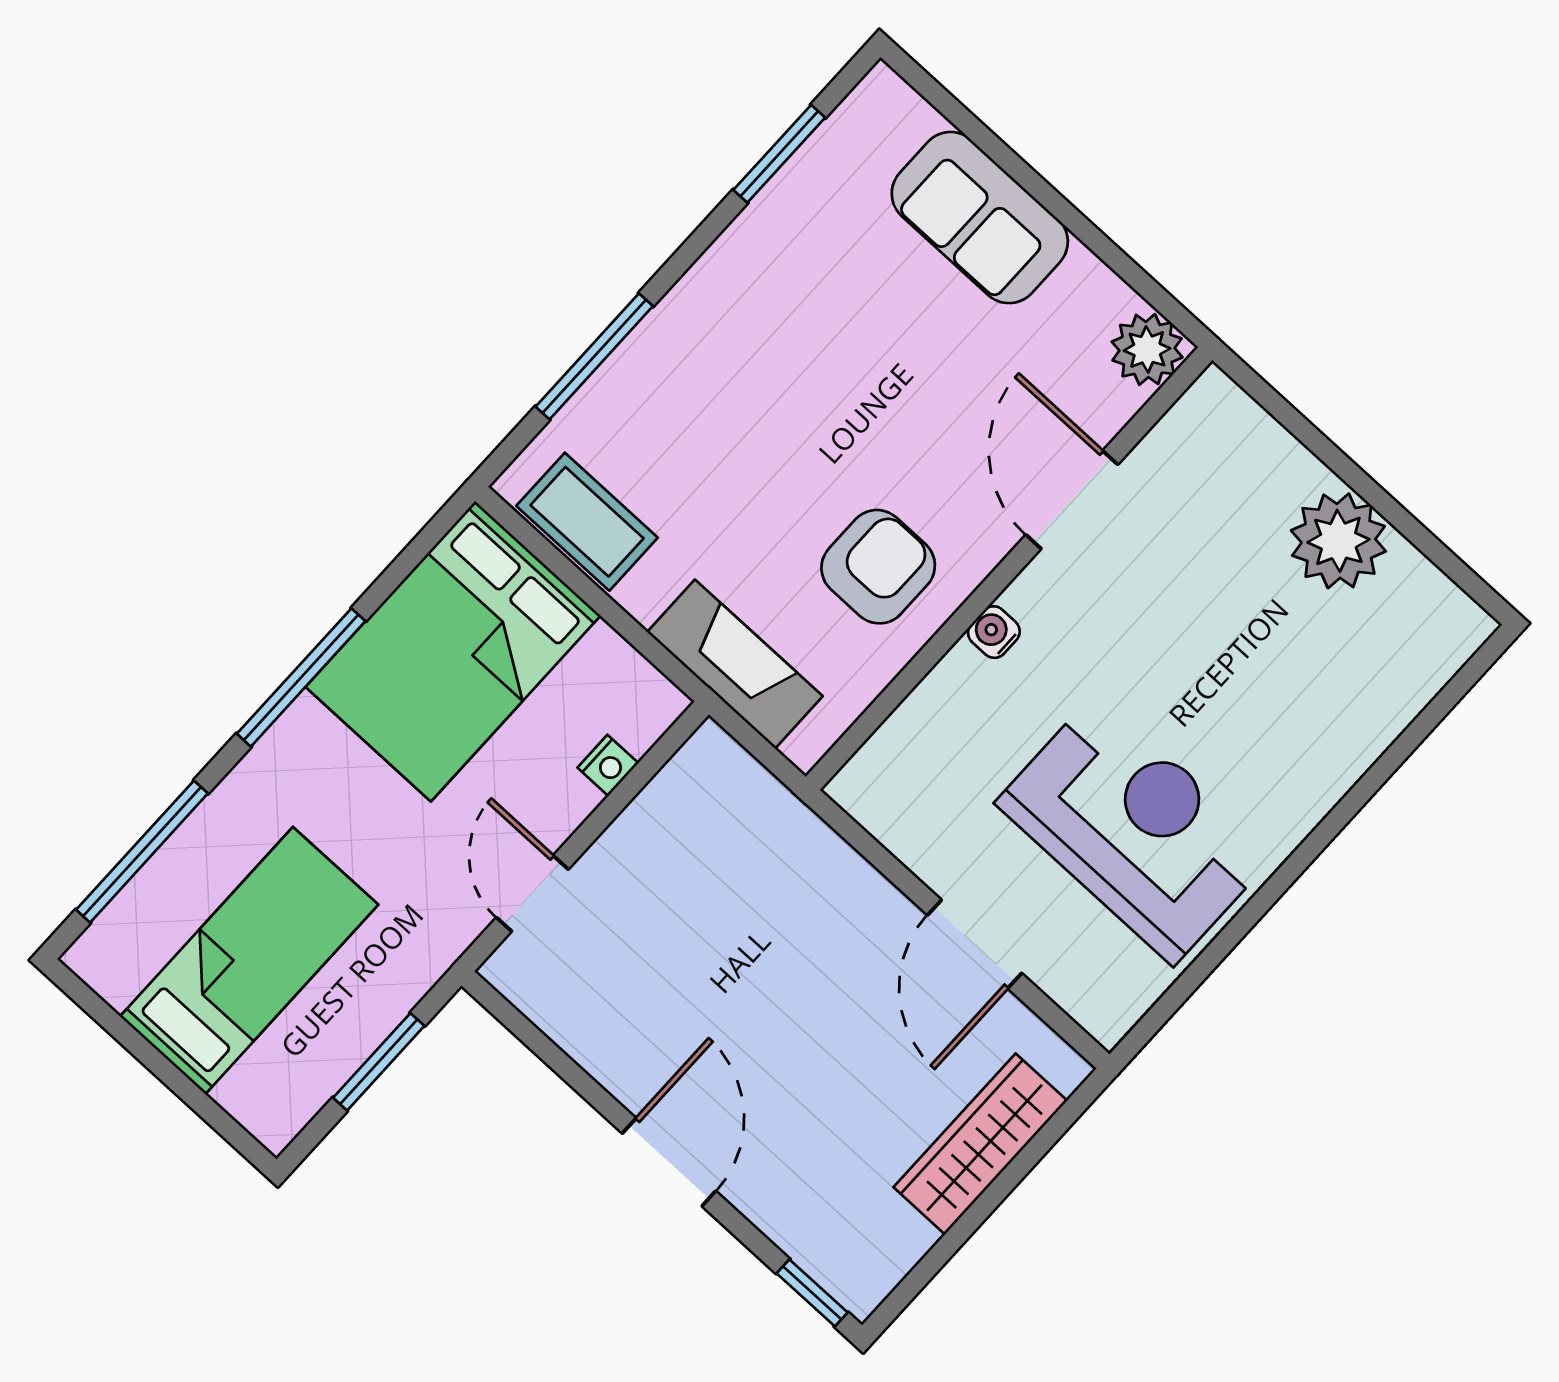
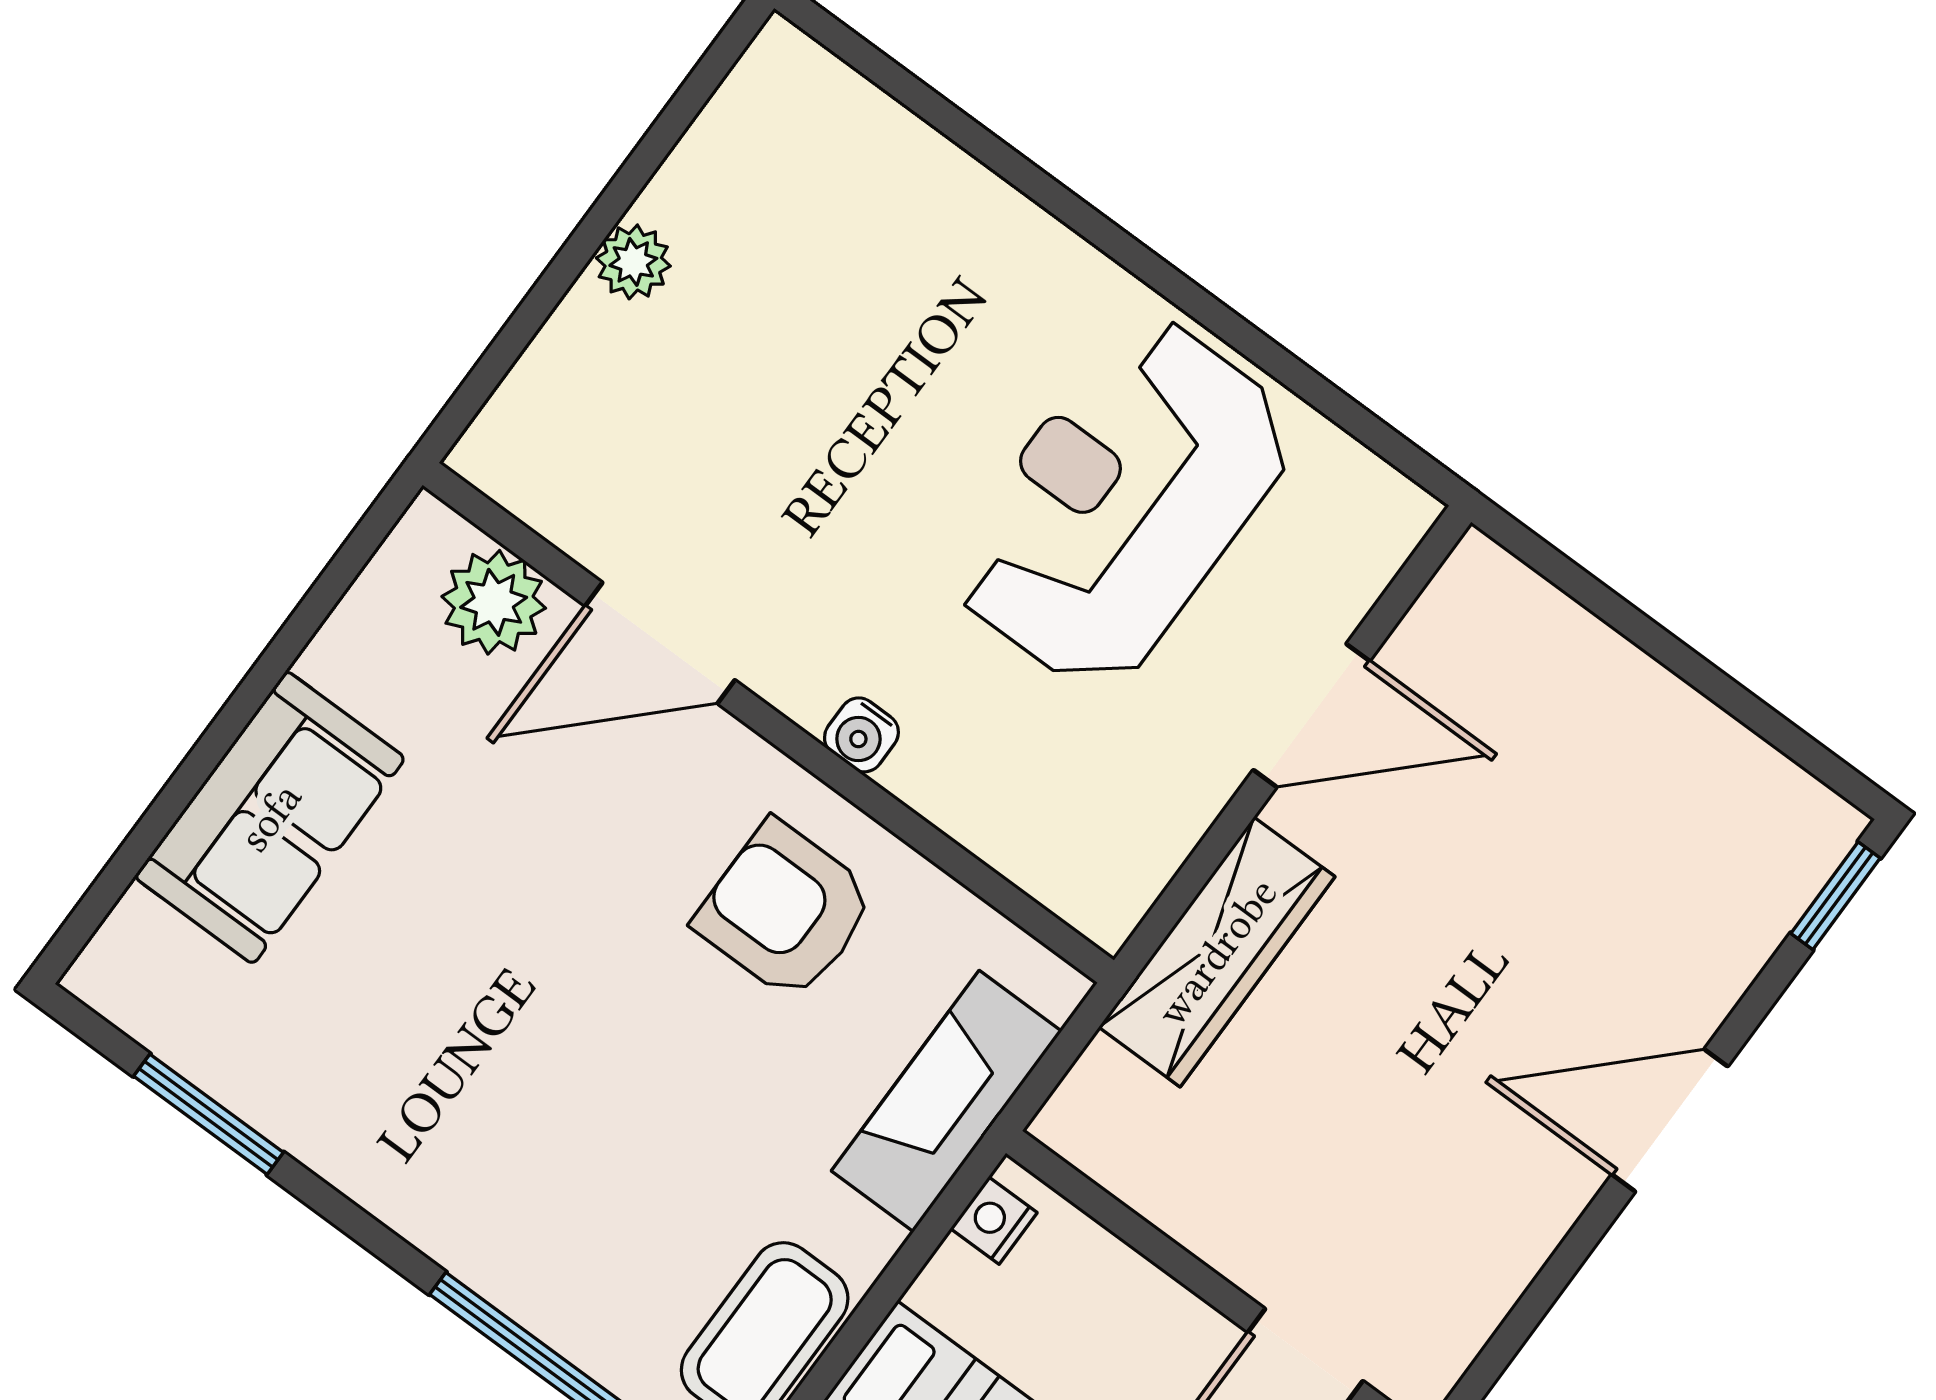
plant: (1147, 349) -> (494, 602), moved
plant: (1338, 541) -> (633, 262), width x0.53, depth x0.53
nightstand: (608, 765) -> (994, 1221), moved, turned -90
wardrobe: (980, 1144) -> (1217, 952), moved, turned -90

